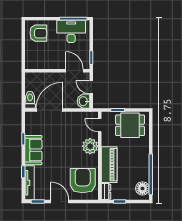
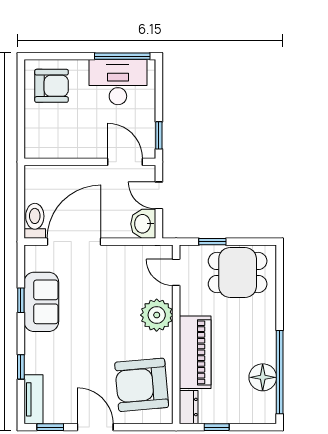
sofa: (33, 150) -> (41, 302), moved
armchair: (83, 181) -> (142, 385), turned -95
tv unit: (29, 183) -> (34, 399), width x0.71
floor lamp: (142, 188) -> (263, 377), moved

